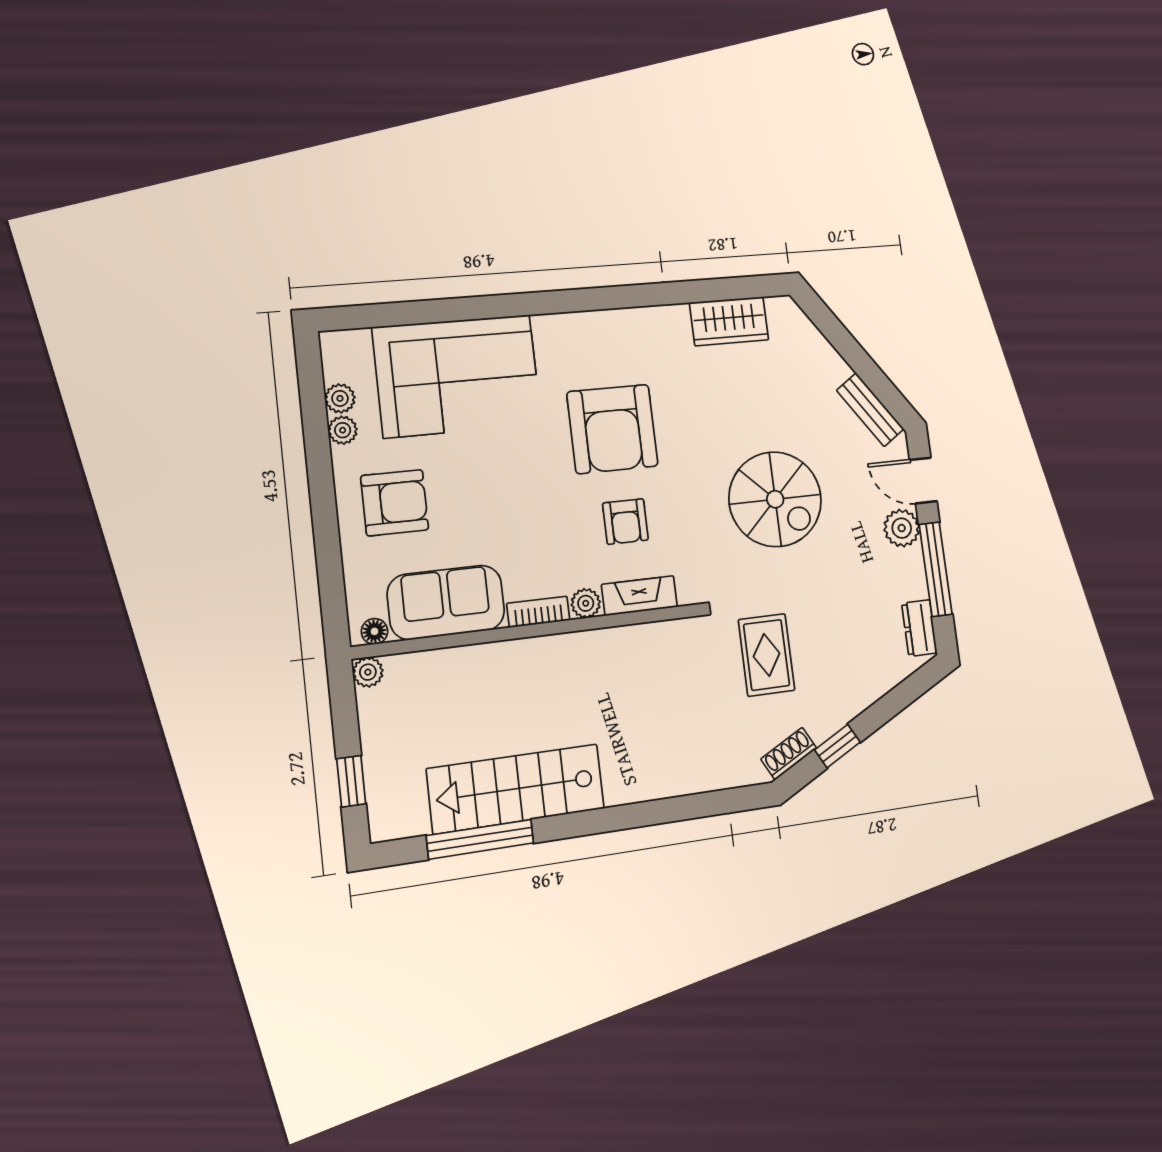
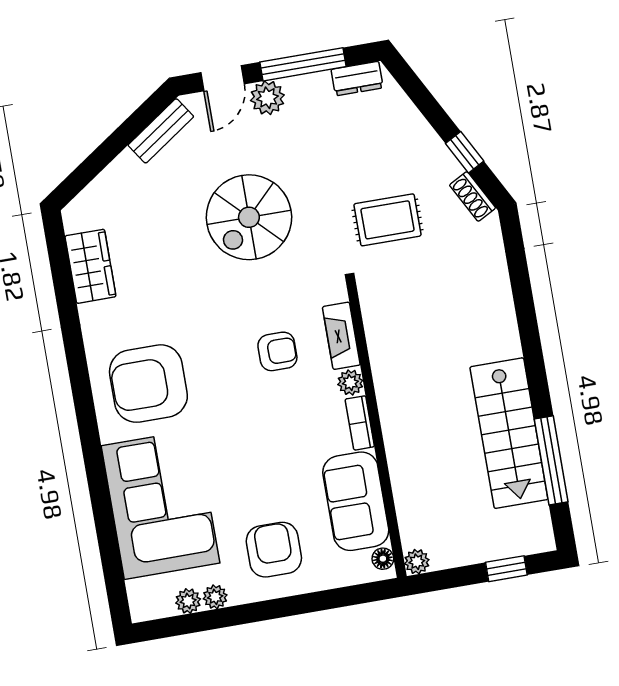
armchair: (612, 429) -> (148, 384), moved, turned 180
spiral stairs: (775, 499) -> (249, 217), turned 180

